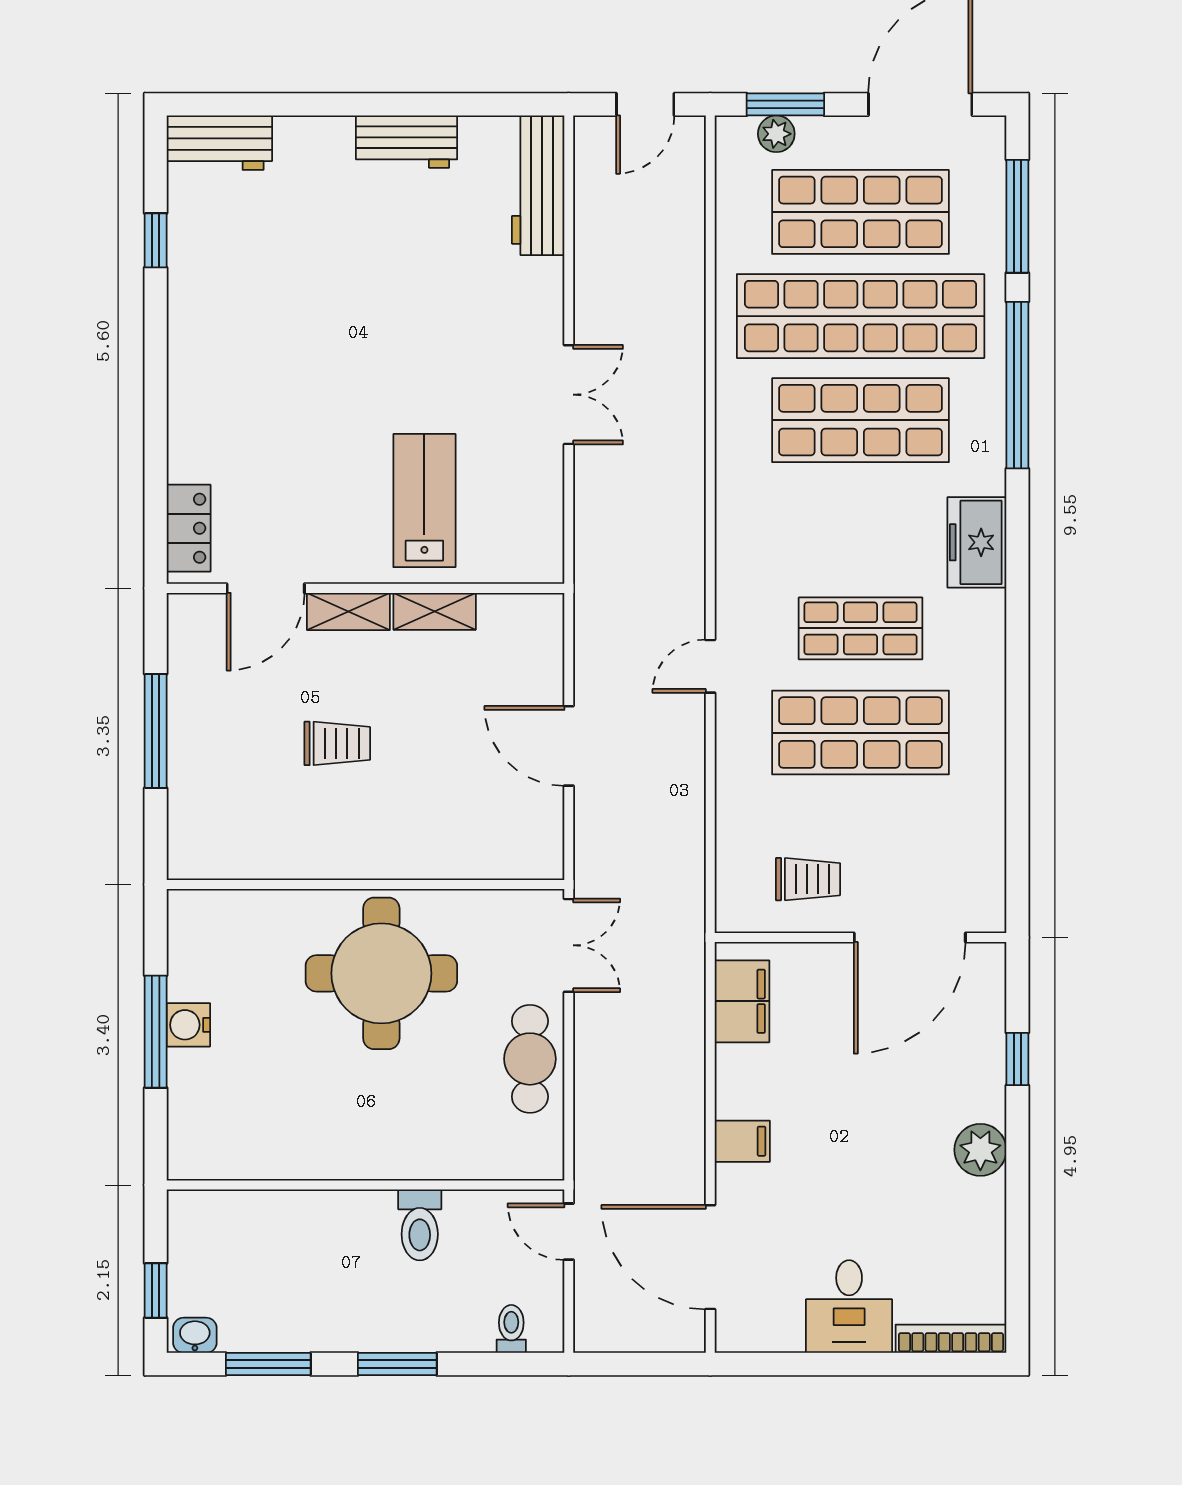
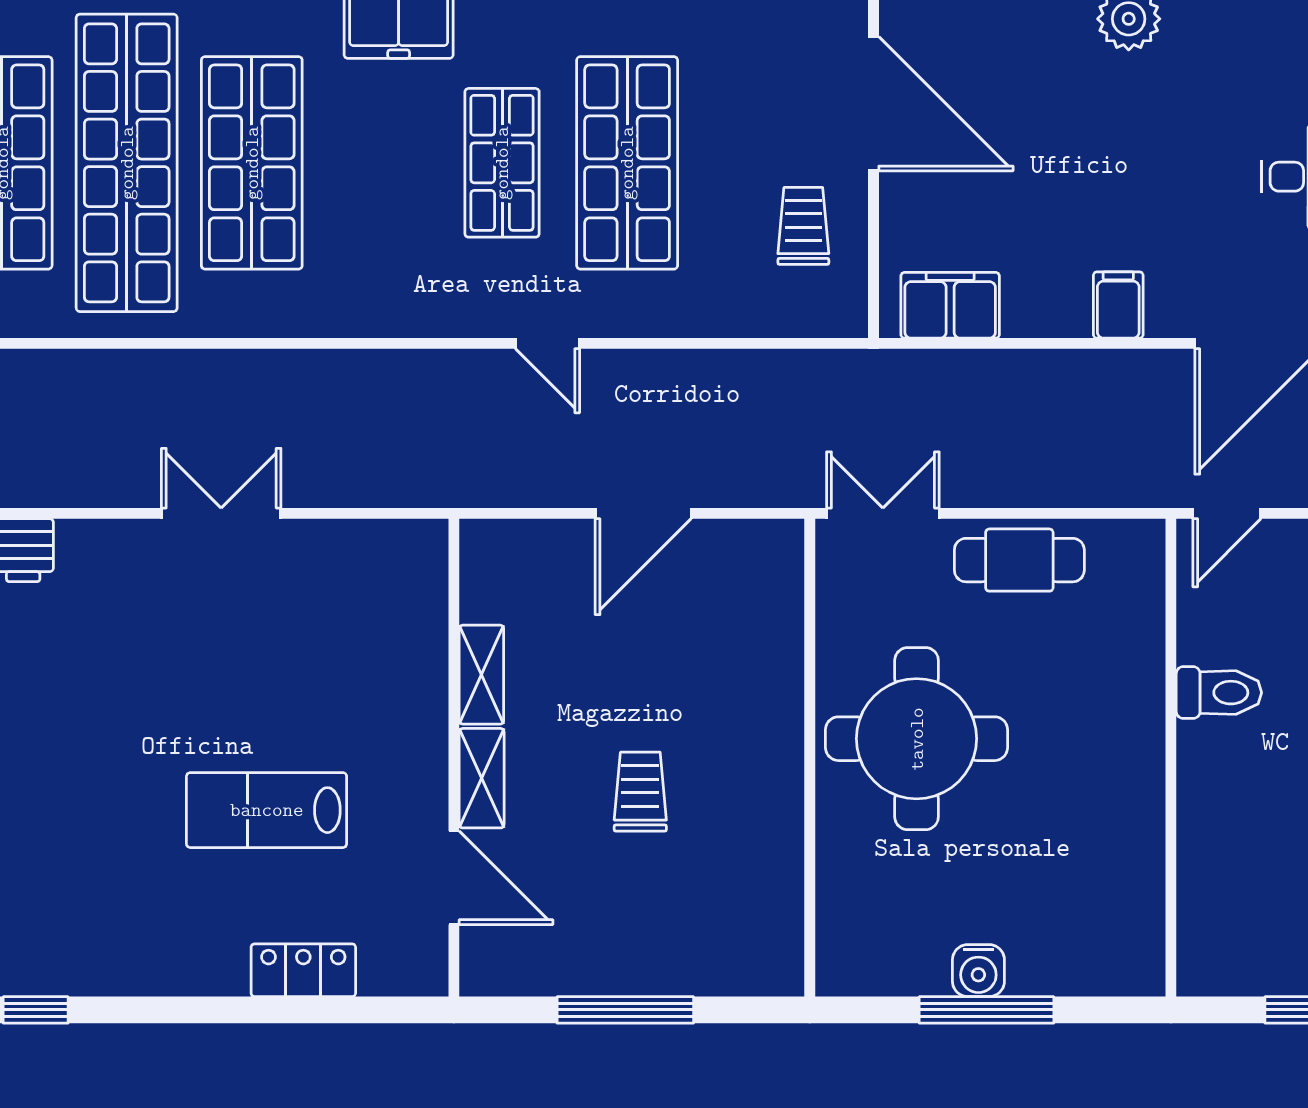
lab bench: (424, 501) -> (267, 810), moved
locker: (189, 528) -> (303, 970), moved

